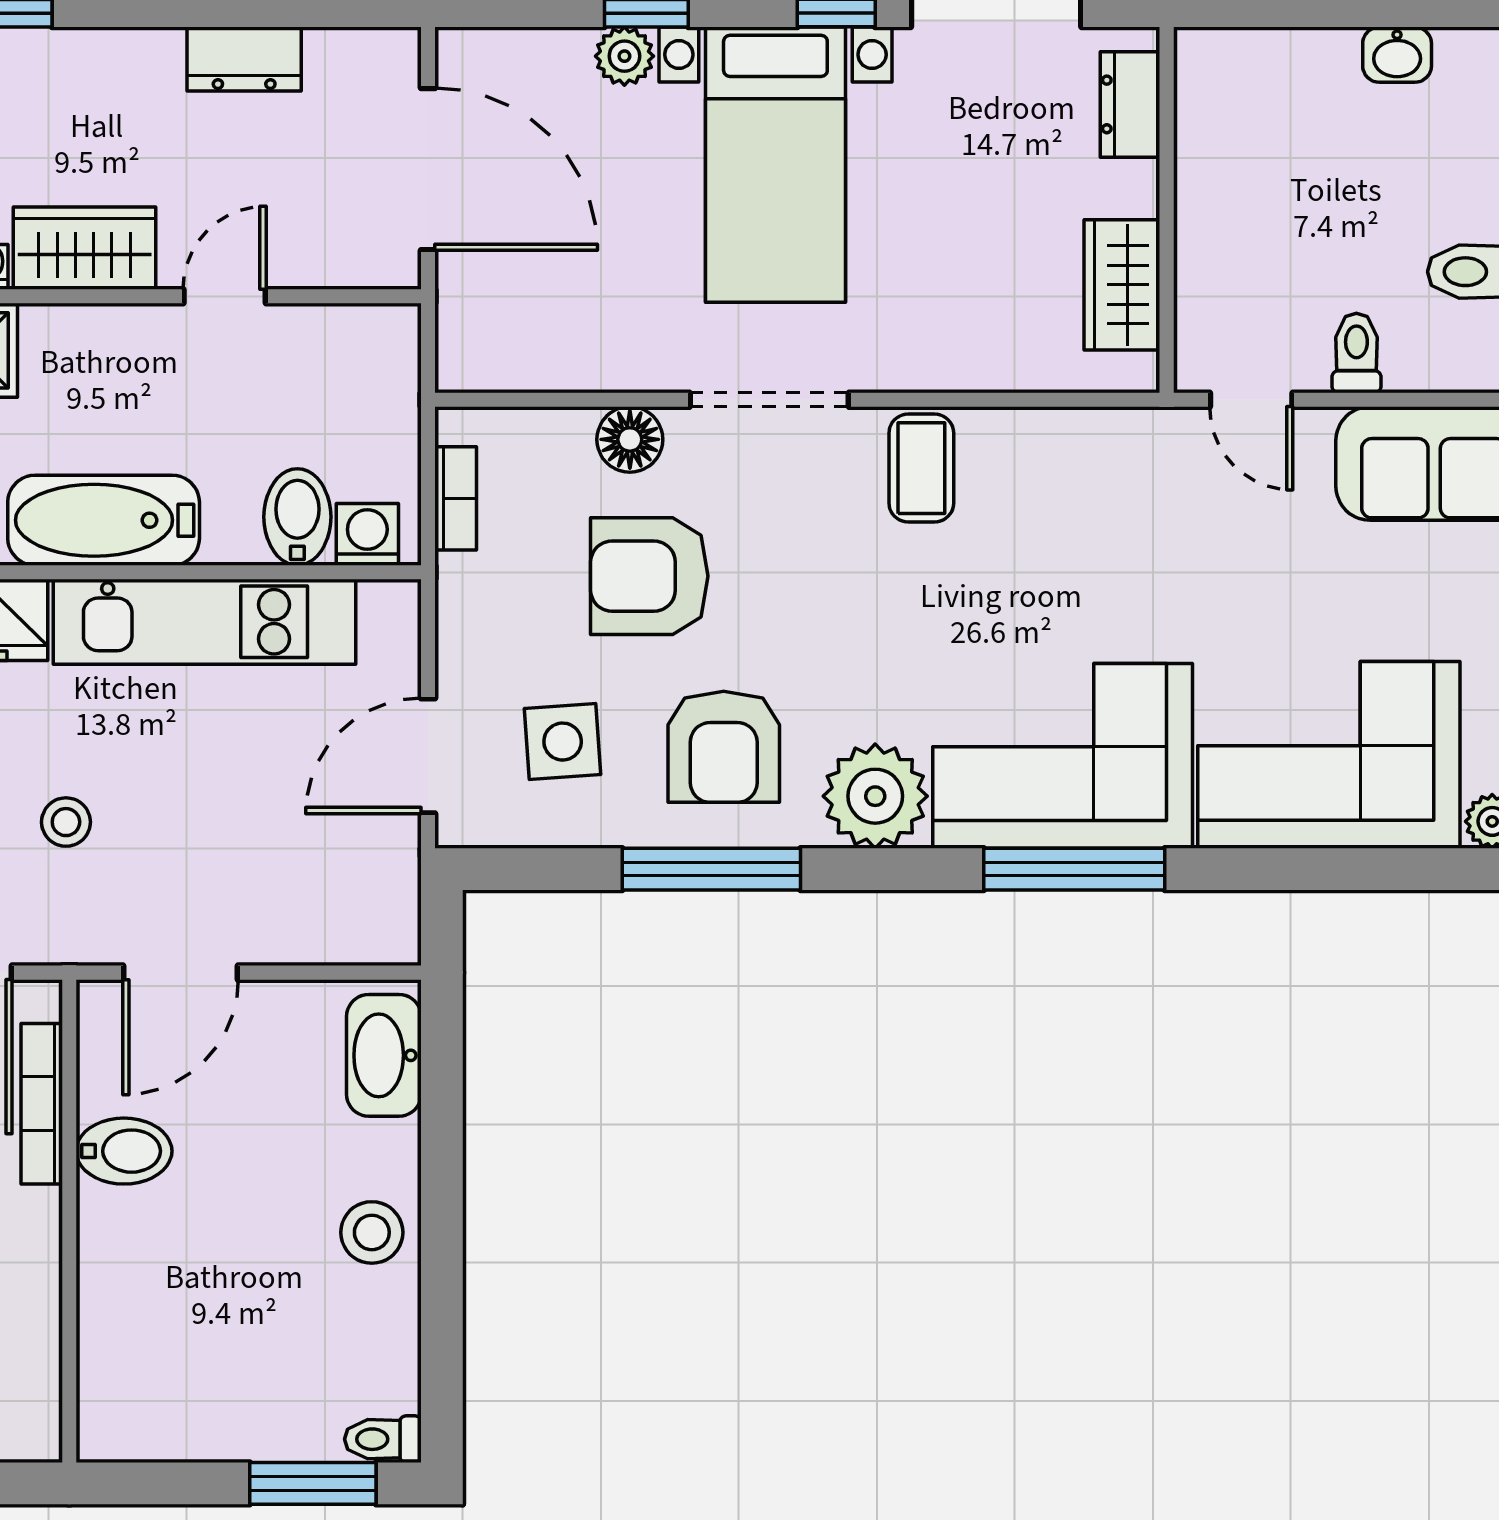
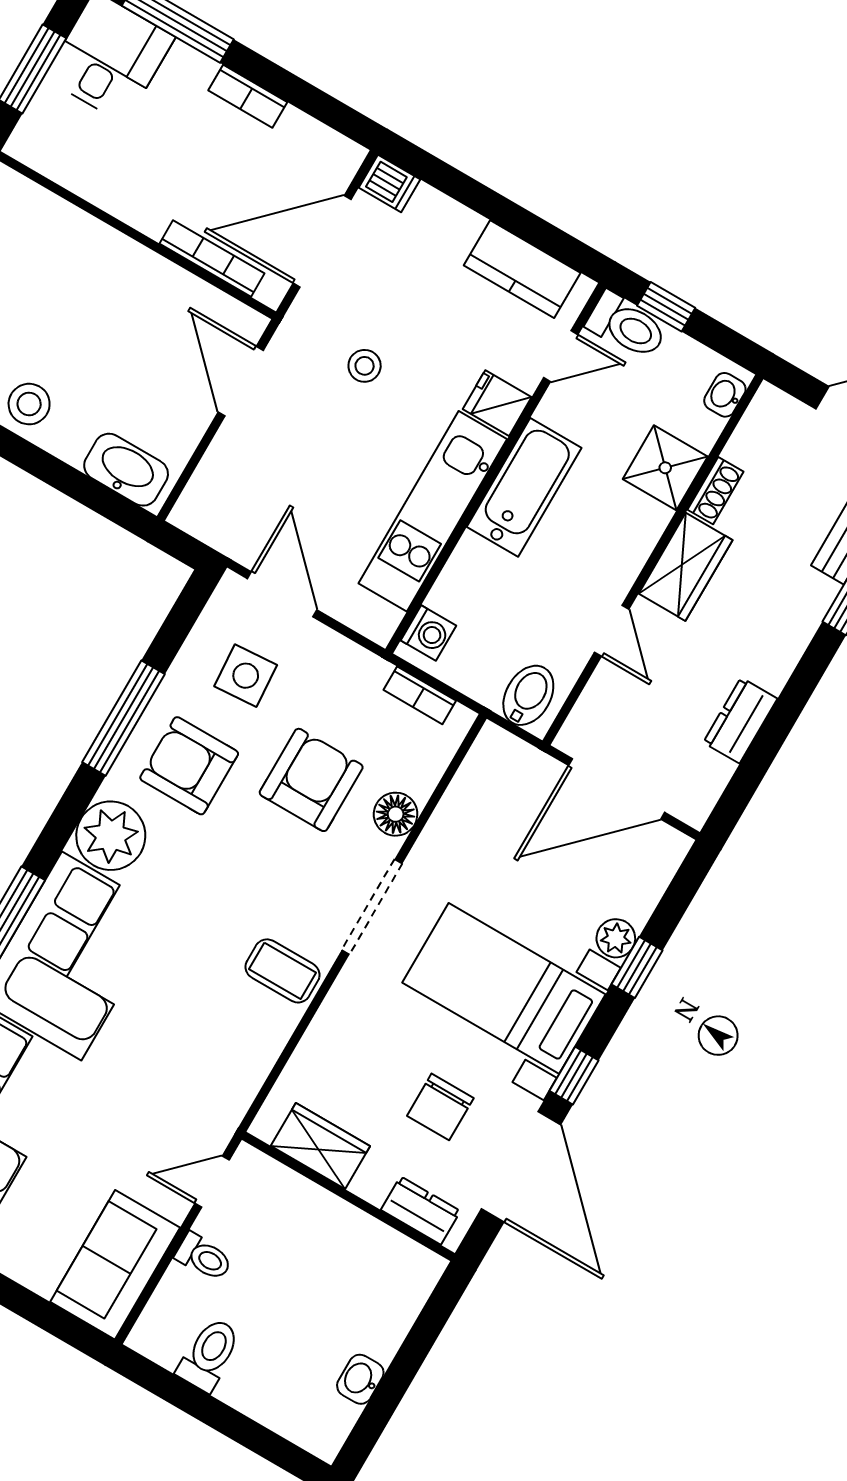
chair: (979, 158) -> (440, 1107), added
bidet: (297, 517) -> (528, 695), moved, turned -90
bidet: (124, 1151) -> (158, 290), removed

